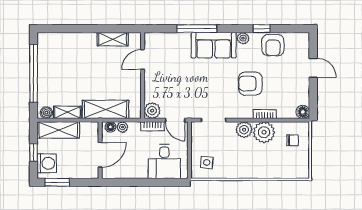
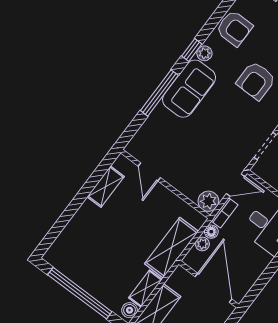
window: (262, 29) -> (192, 50), moved
floor lamp: (110, 127) -> (211, 232), moved
door: (100, 155) -> (214, 288), width x1.36

